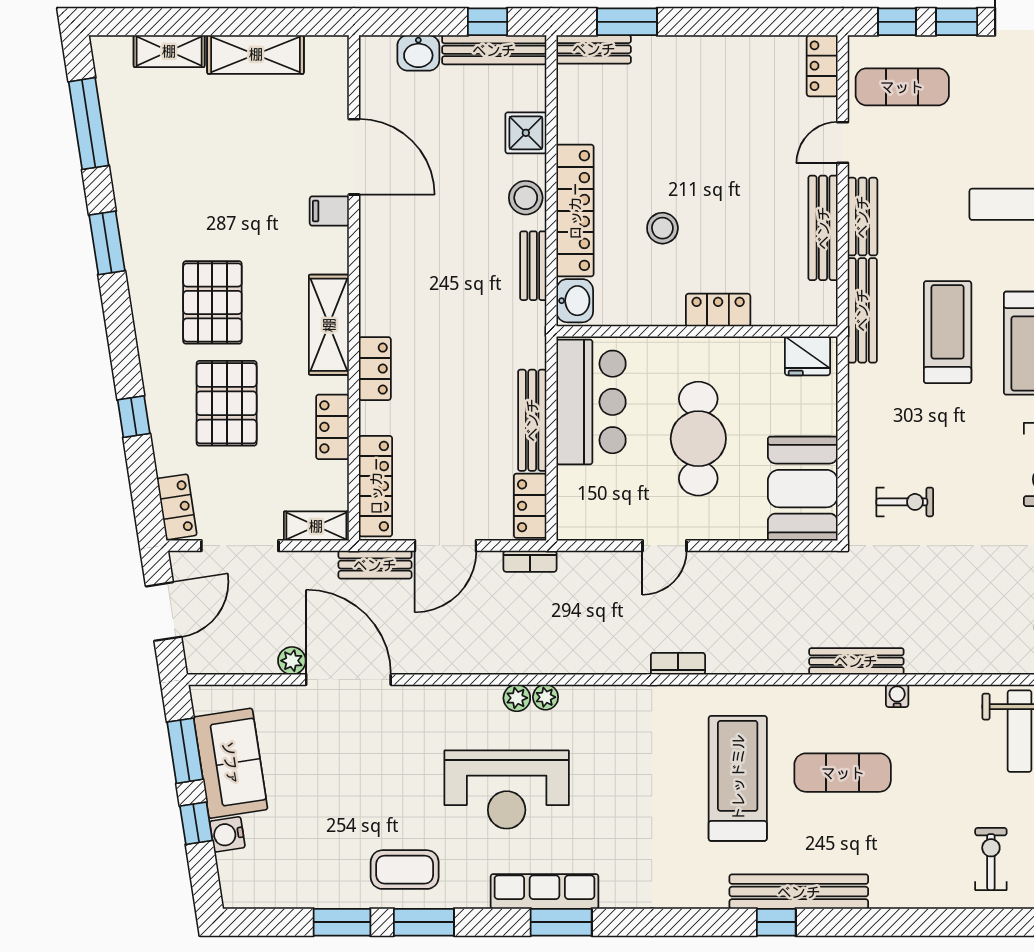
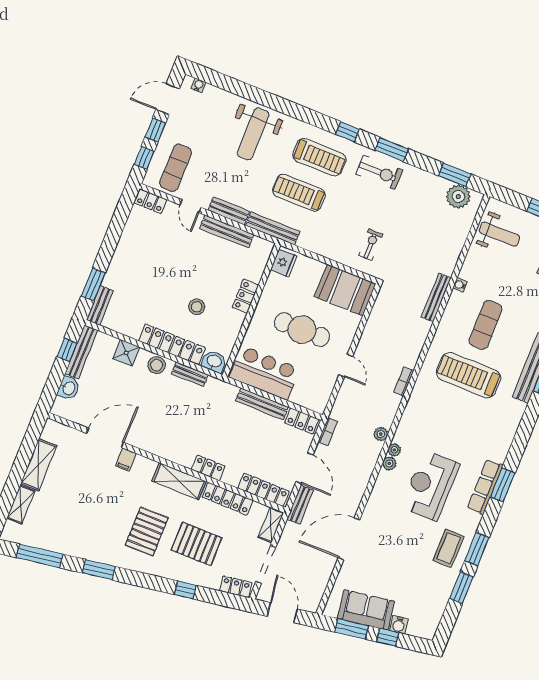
pallet: (212, 302) -> (147, 532), turned 90
locker: (333, 427) -> (228, 499), width x1.53
plant: (292, 661) -> (381, 434), moved
reception desk: (507, 790) -> (430, 485), turned 180

